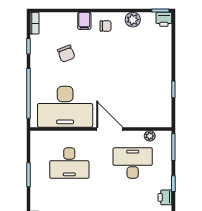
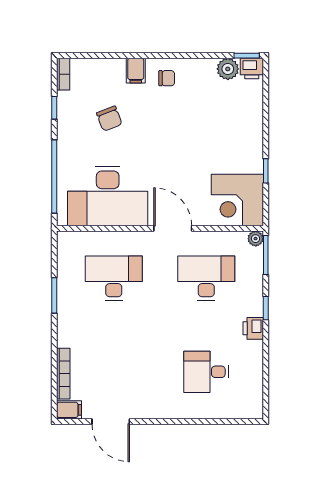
plant: (133, 20) -> (228, 69), moved
corner desk: (154, 109) -> (237, 200), added
plant: (150, 136) -> (256, 239), moved
desk: (69, 163) -> (114, 278), turned 180

